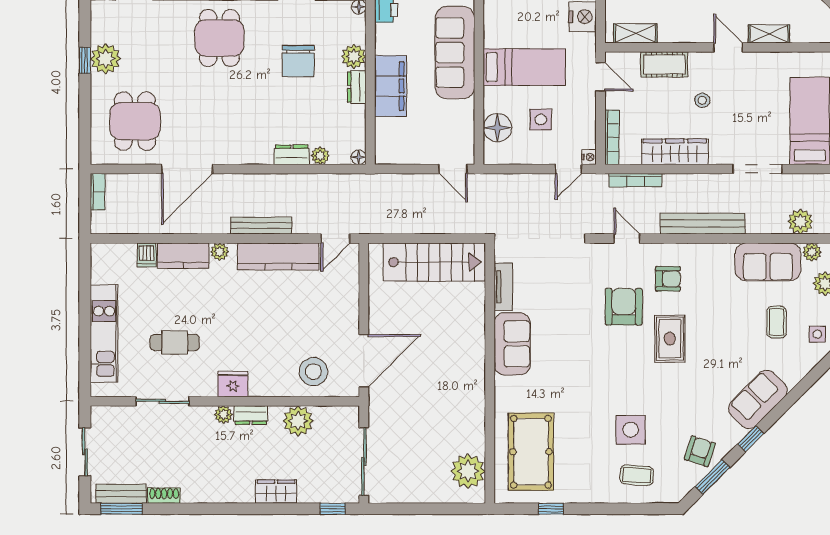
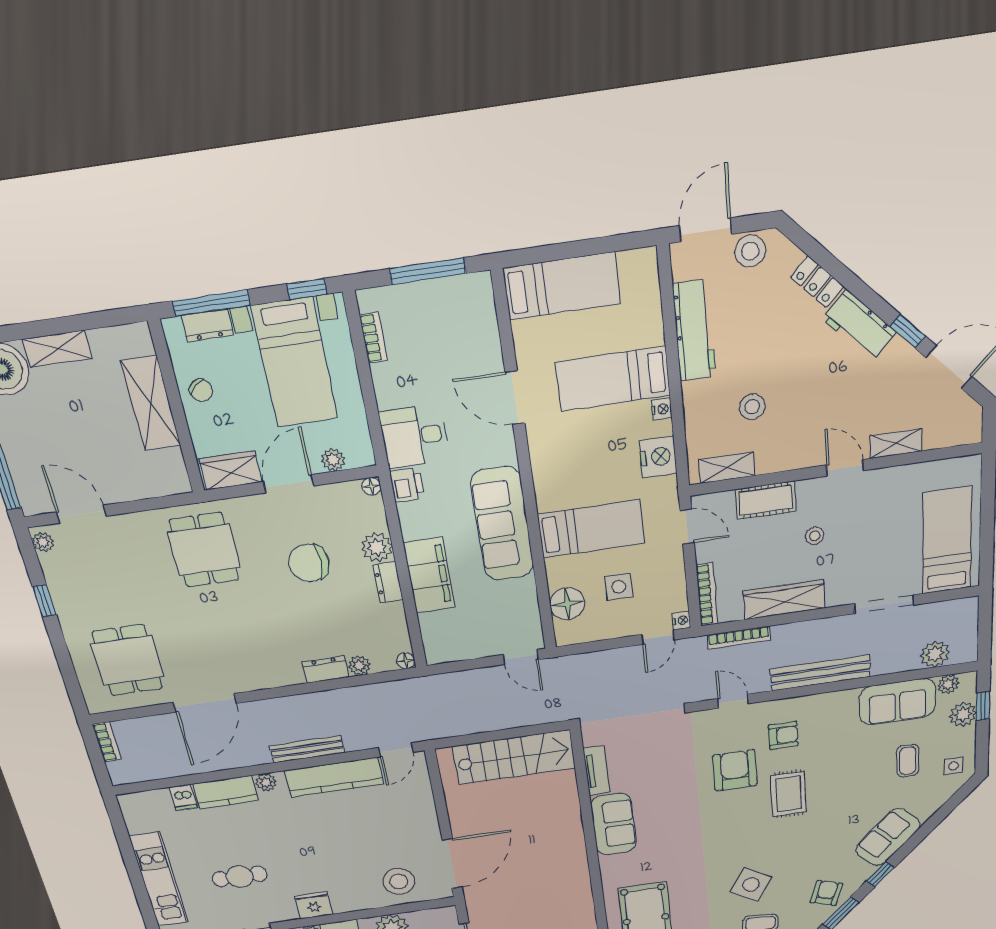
plant: (106, 59) -> (43, 542), moved, width x0.53, depth x0.53
chair: (298, 61) -> (309, 563), turned 90
side table: (631, 430) -> (751, 885), turned 31

